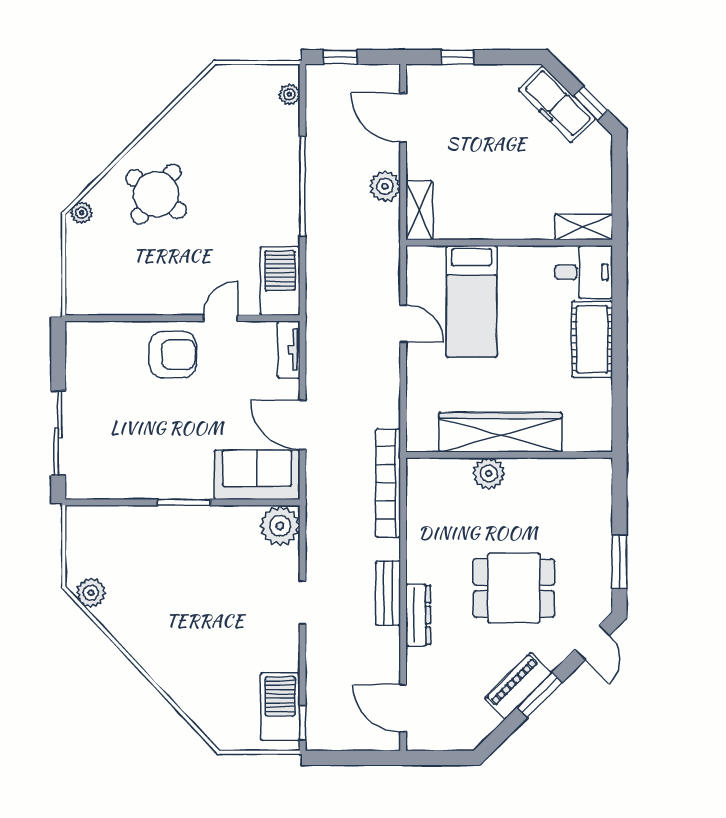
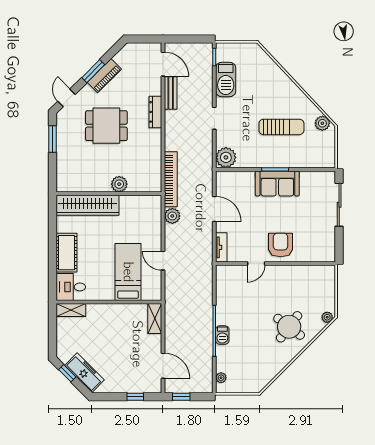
window: (340, 57) -> (181, 397), moved
plant: (385, 186) -> (172, 216), moved
barbecue: (280, 281) -> (222, 335), moved, width x0.53, depth x0.65
armchair: (173, 354) -> (281, 245), turned 90
wardrobe: (501, 432) -> (87, 205), moved
sofa: (257, 475) -> (277, 183), moved
sun lounger: (171, 586) -> (281, 127), added
bench: (388, 593) -> (171, 93), moved
barbecue: (280, 706) -> (226, 80), moved

